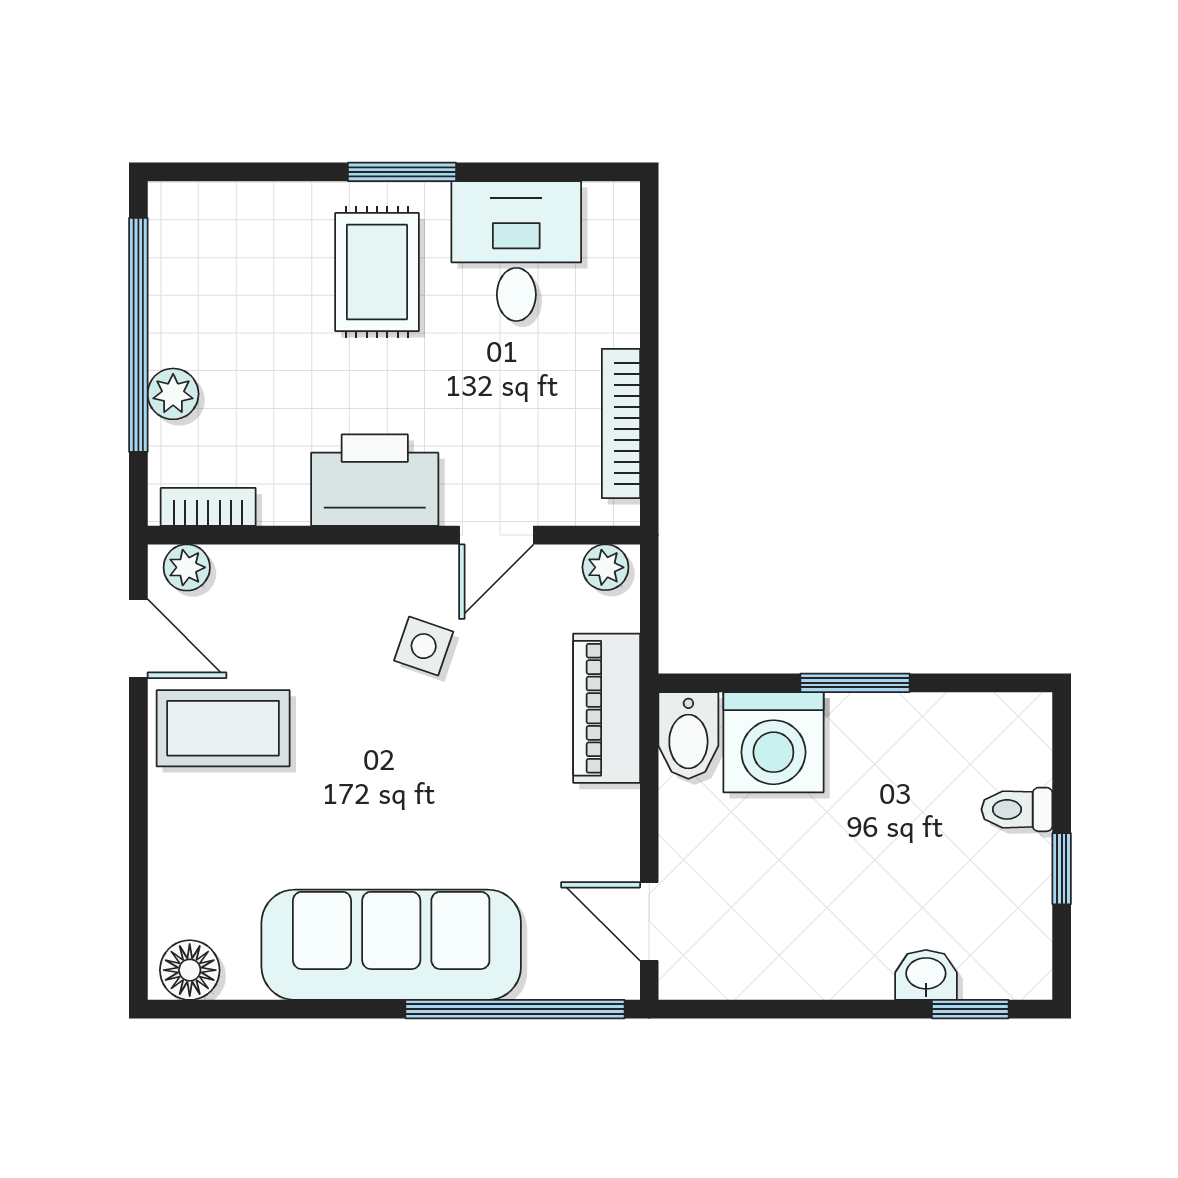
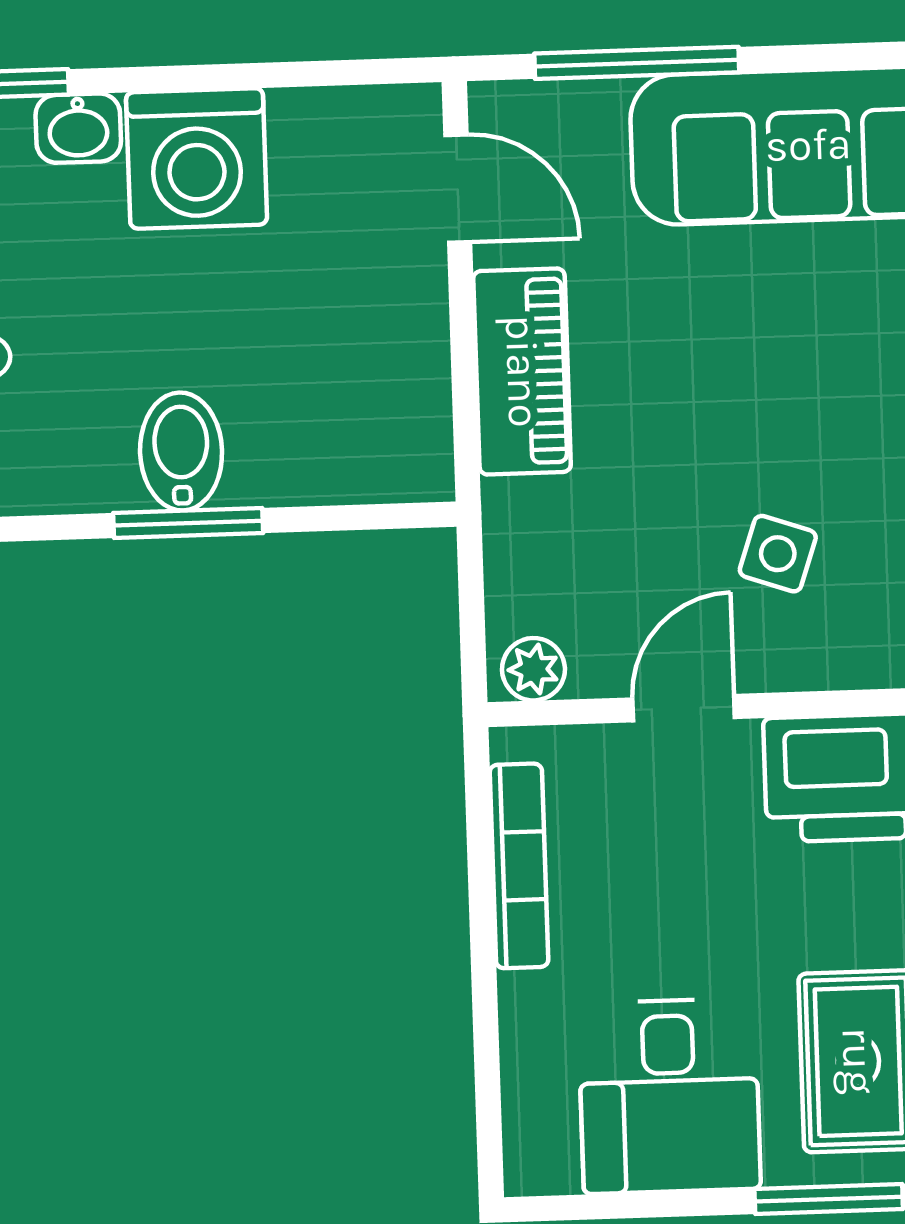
piano: (607, 708) -> (522, 371), moved
bidet: (688, 735) -> (181, 451), moved
washing machine: (773, 742) -> (197, 159), moved, turned 180
window: (515, 1009) -> (637, 63), width x0.68

